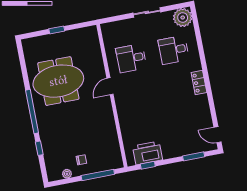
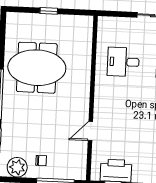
door: (110, 86) -> (90, 131), moved
plant: (67, 174) -> (17, 167), width x1.87, depth x1.87

